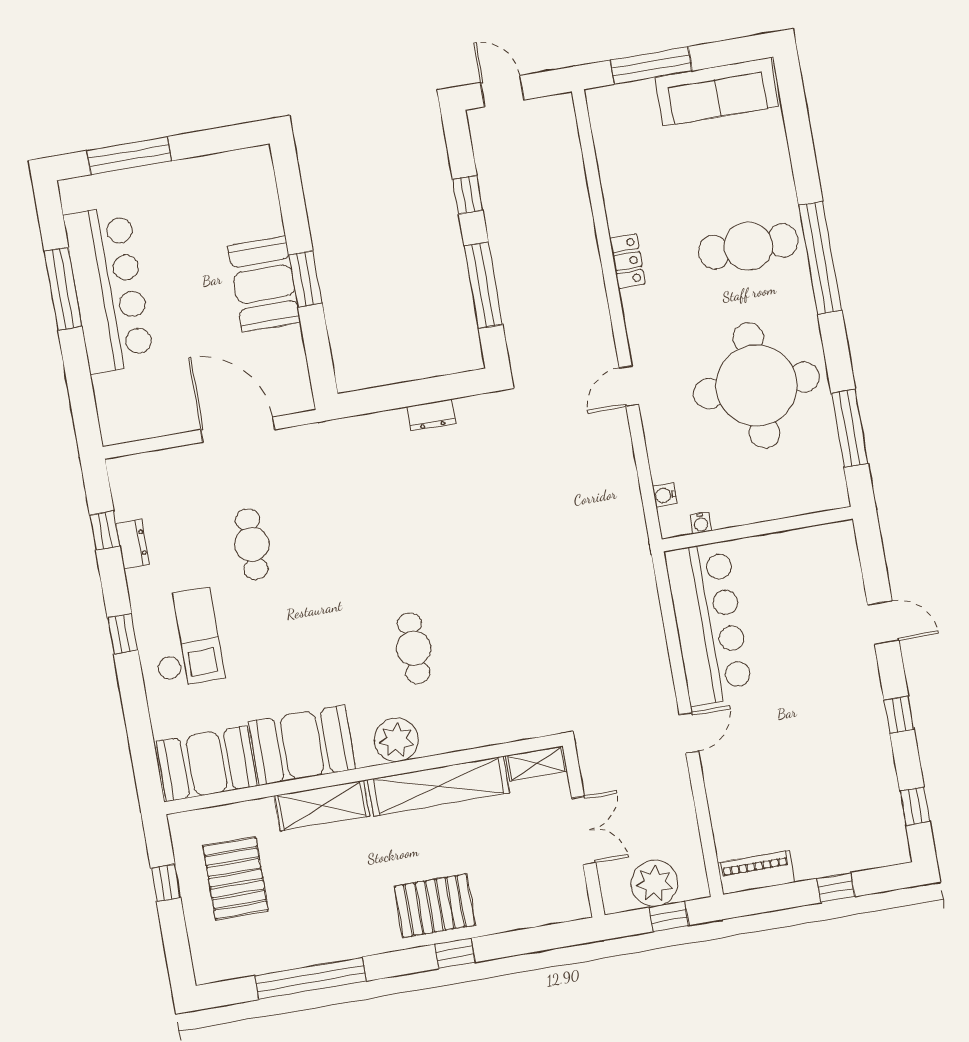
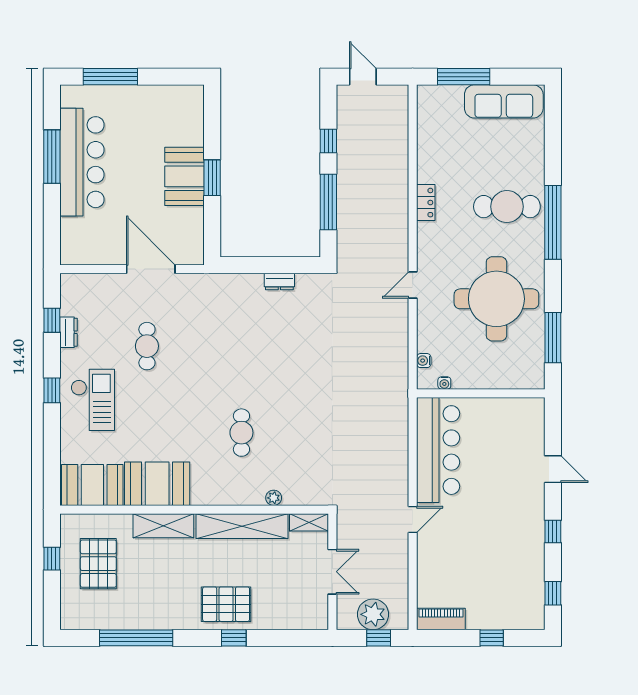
plant: (396, 740) -> (274, 498), moved, width x0.53, depth x0.53

